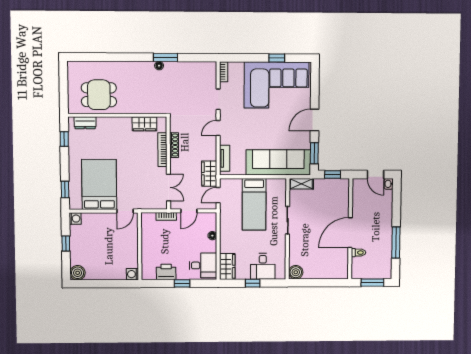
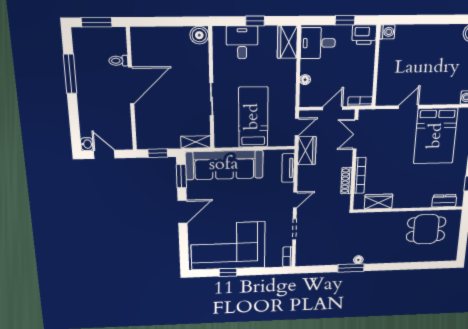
wall: (140, 246) -> (376, 66), moved
washing machine: (132, 274) -> (387, 32), moved

